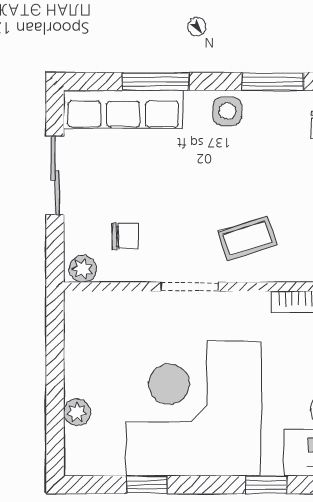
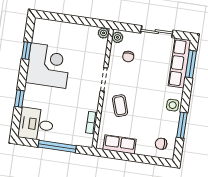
window: (156, 82) -> (191, 64), moved
corner desk: (193, 408) -> (48, 66), width x0.74, depth x0.74
plant: (77, 412) -> (104, 33), moved

